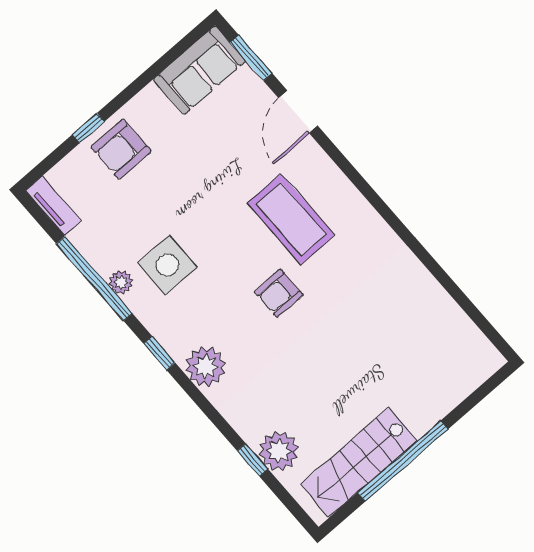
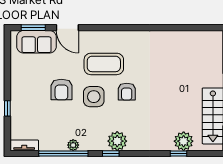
sofa: (200, 70) -> (36, 42), moved, turned 90
armchair: (121, 149) -> (61, 90), moved
side table: (167, 265) -> (94, 97), moved
plant: (206, 367) -> (117, 141), moved

